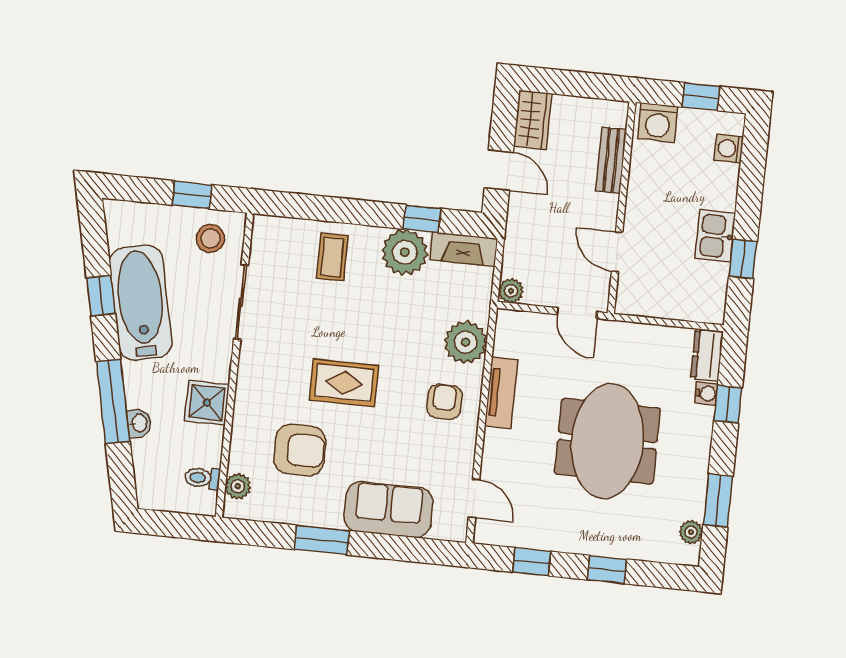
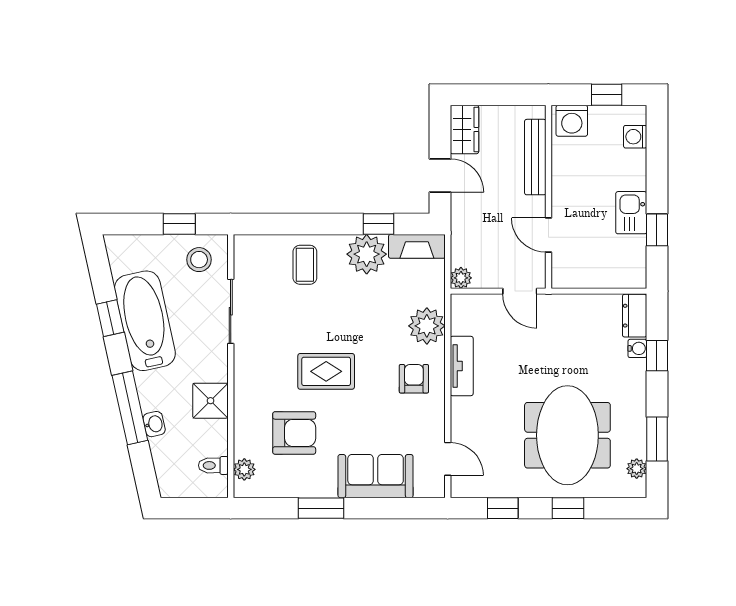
bench: (611, 160) -> (535, 157), width x1.36
meeting table: (607, 441) -> (567, 435), moved

